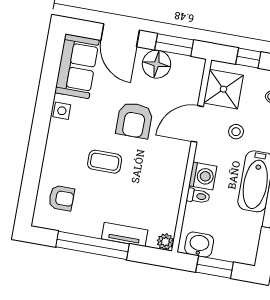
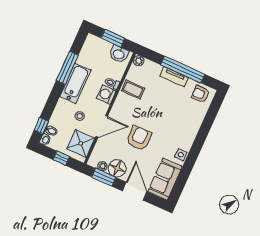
plant: (181, 62) -> (102, 166), added
coffee table: (105, 162) -> (133, 89), moved
armchair: (61, 198) -> (200, 94), moved
tv unit: (125, 234) -> (174, 77), moved

